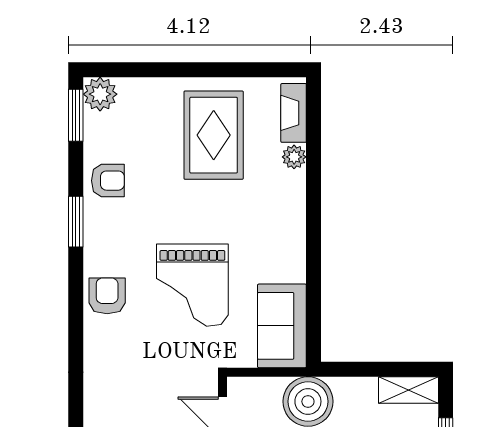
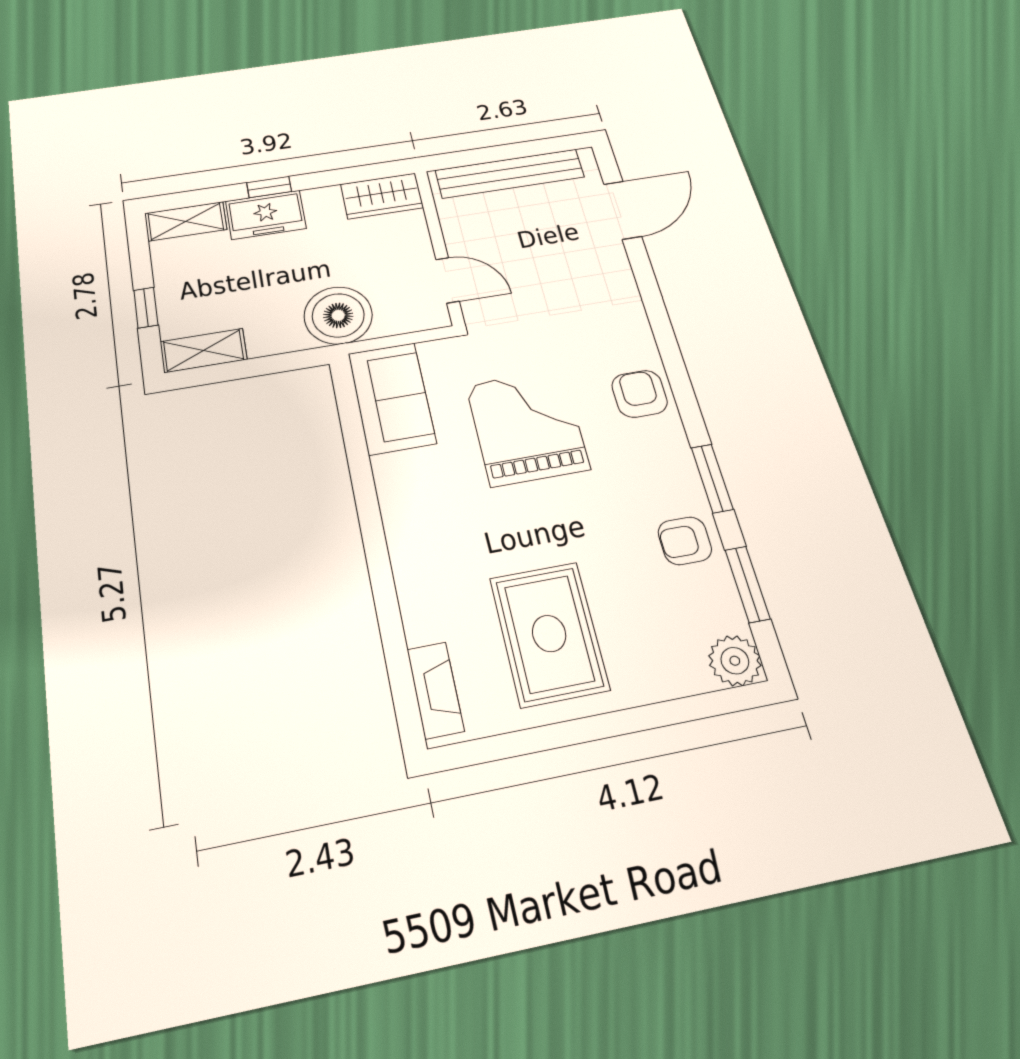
window: (76, 115) -> (747, 584), moved
plant: (294, 157) -> (421, 625), removed
armchair: (107, 296) -> (640, 394), turned 180

